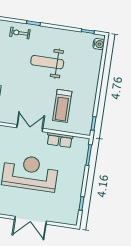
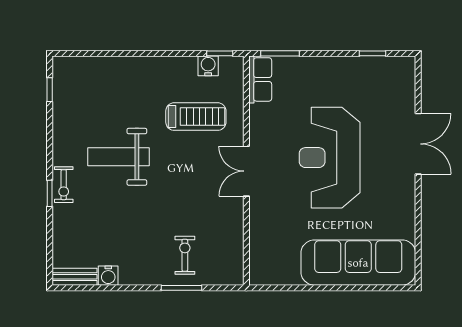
exercise bike: (20, 33) -> (64, 185), moved
water cooler: (99, 44) -> (208, 66), moved
weight bench: (47, 62) -> (119, 157), turned 90
row of seats: (60, 140) -> (260, 79), moved

